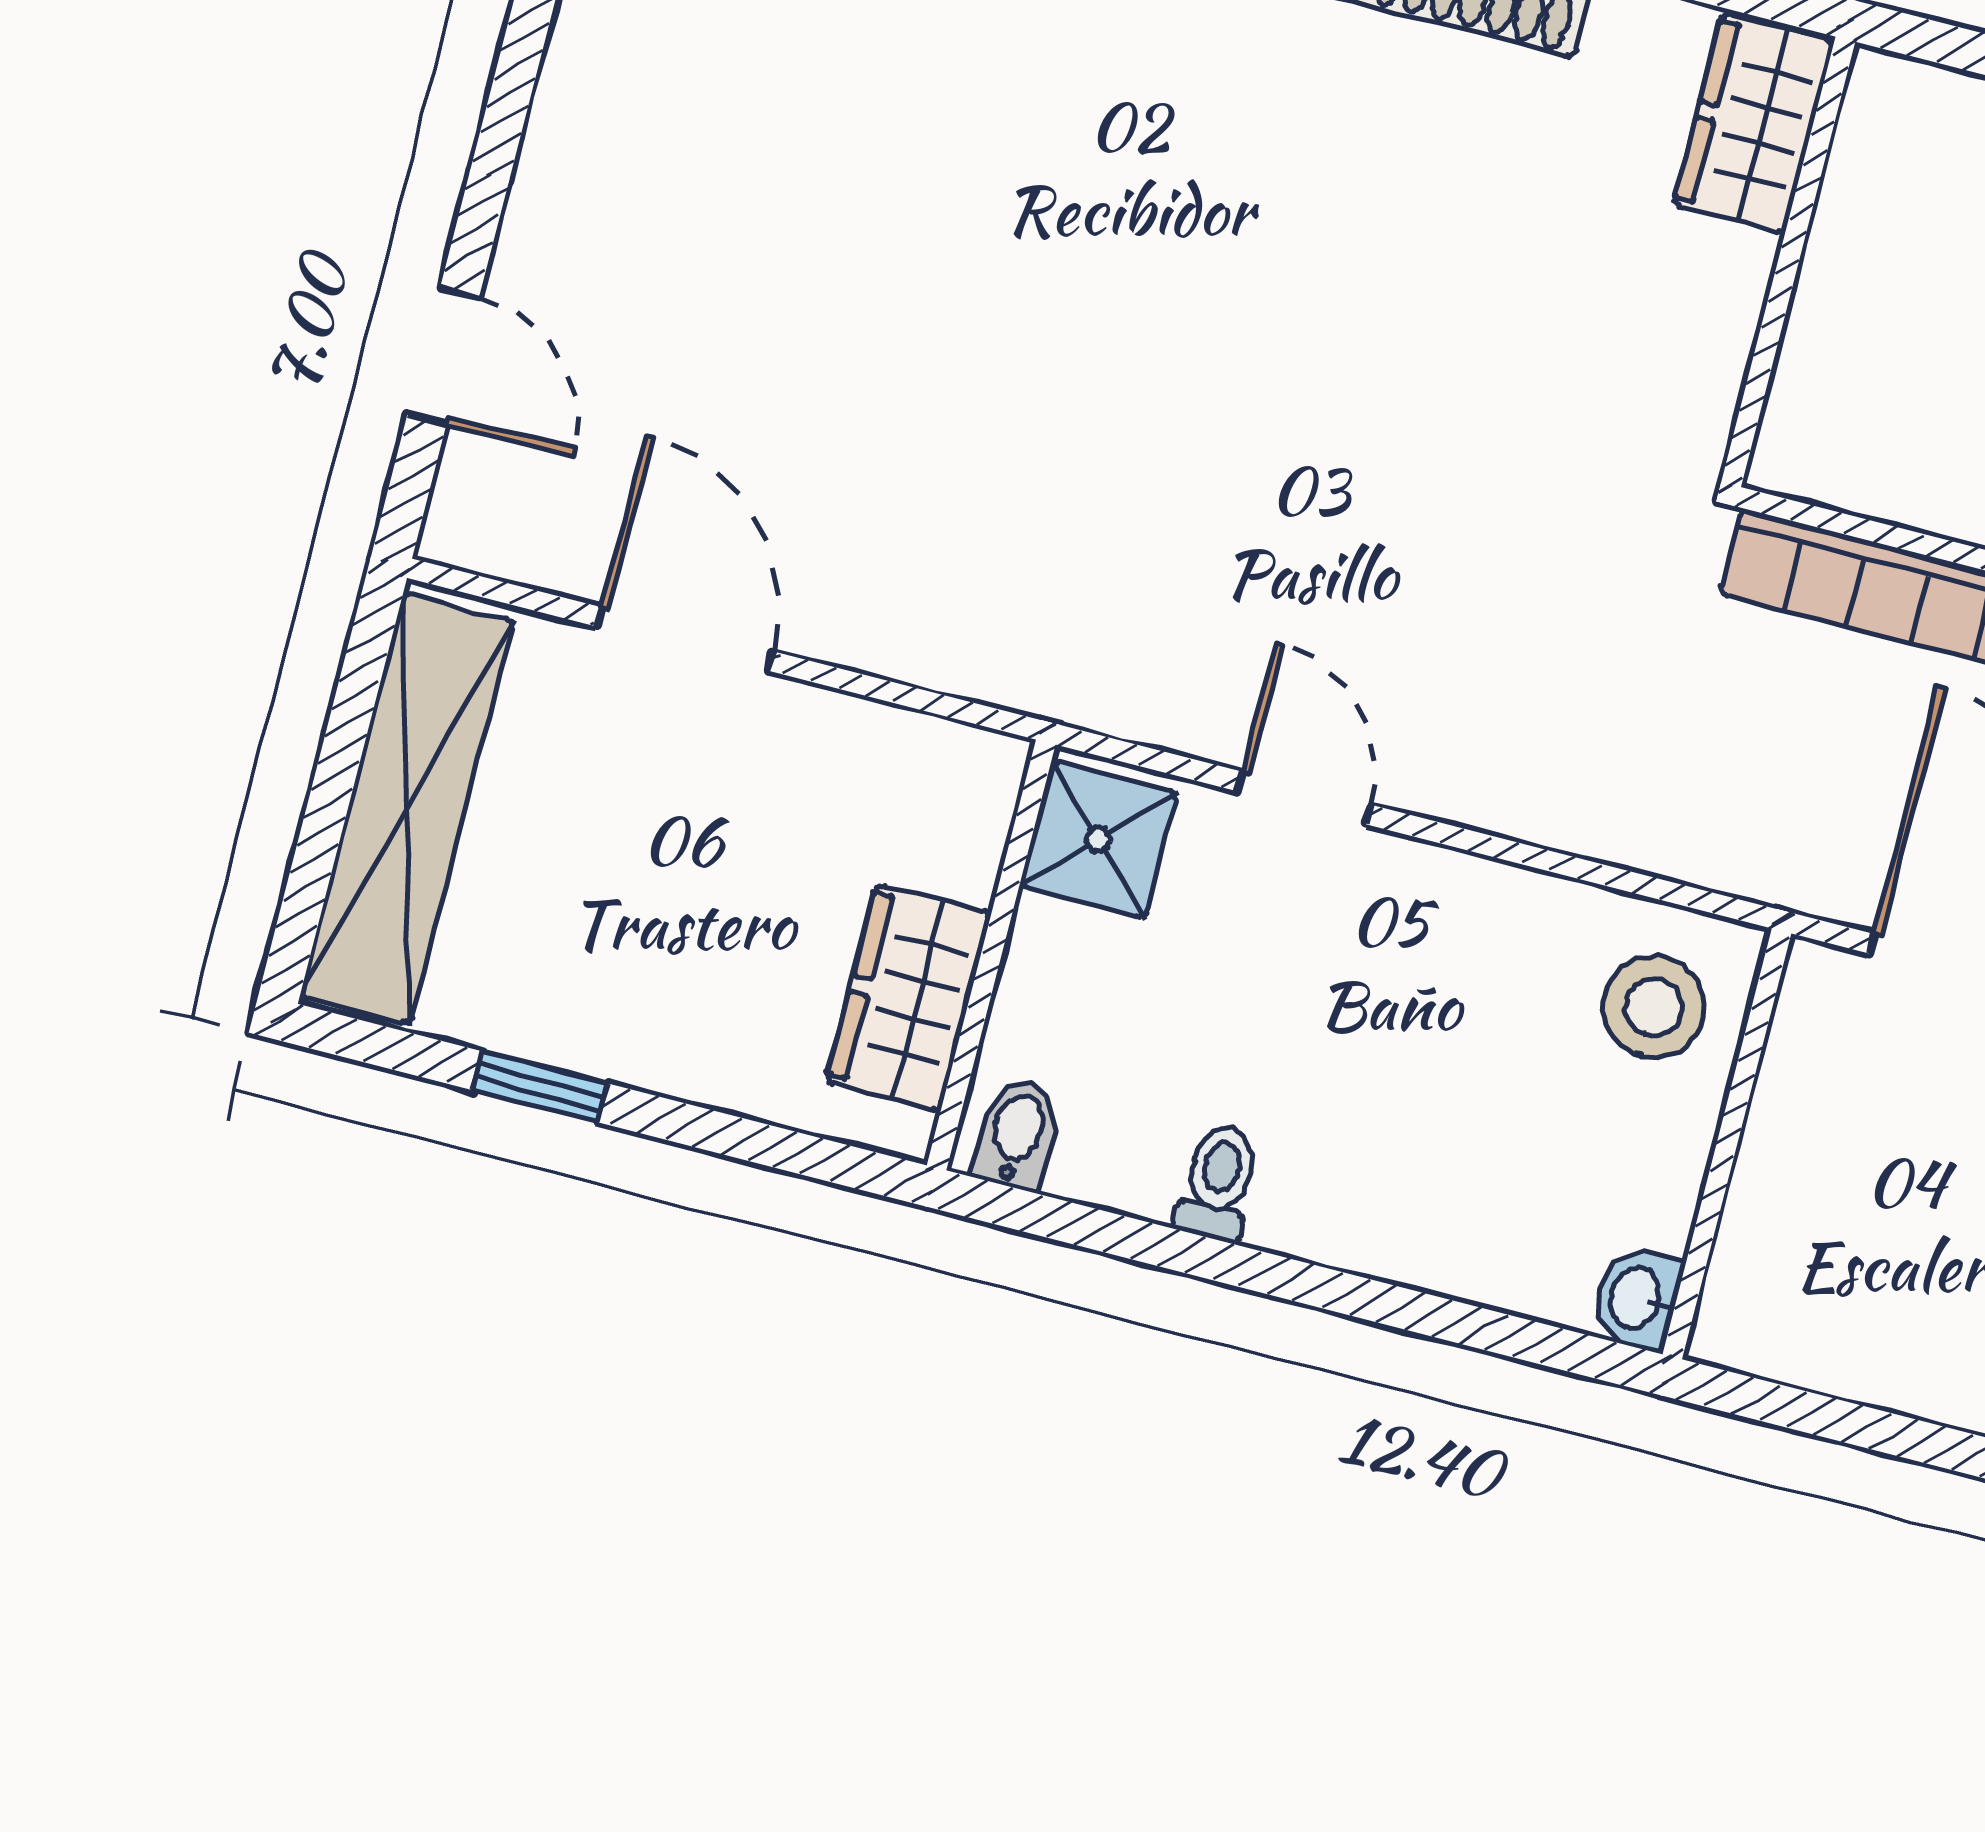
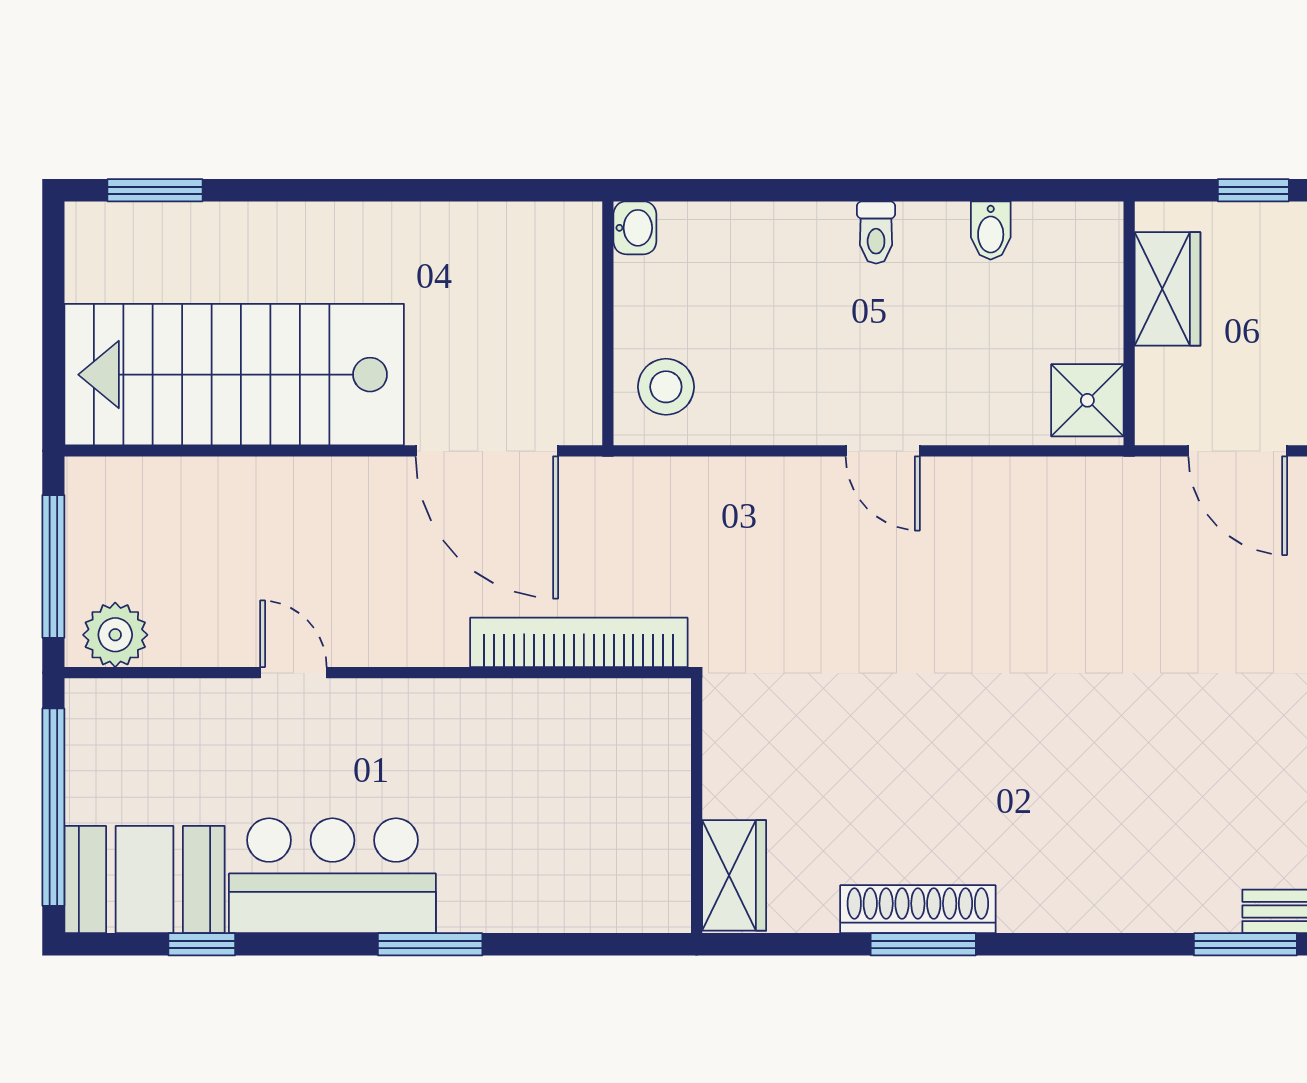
shower: (1099, 839) -> (1087, 400), moved
wall: (991, 955) -> (1129, 323), moved
wardrobe: (909, 998) -> (1168, 289), moved

